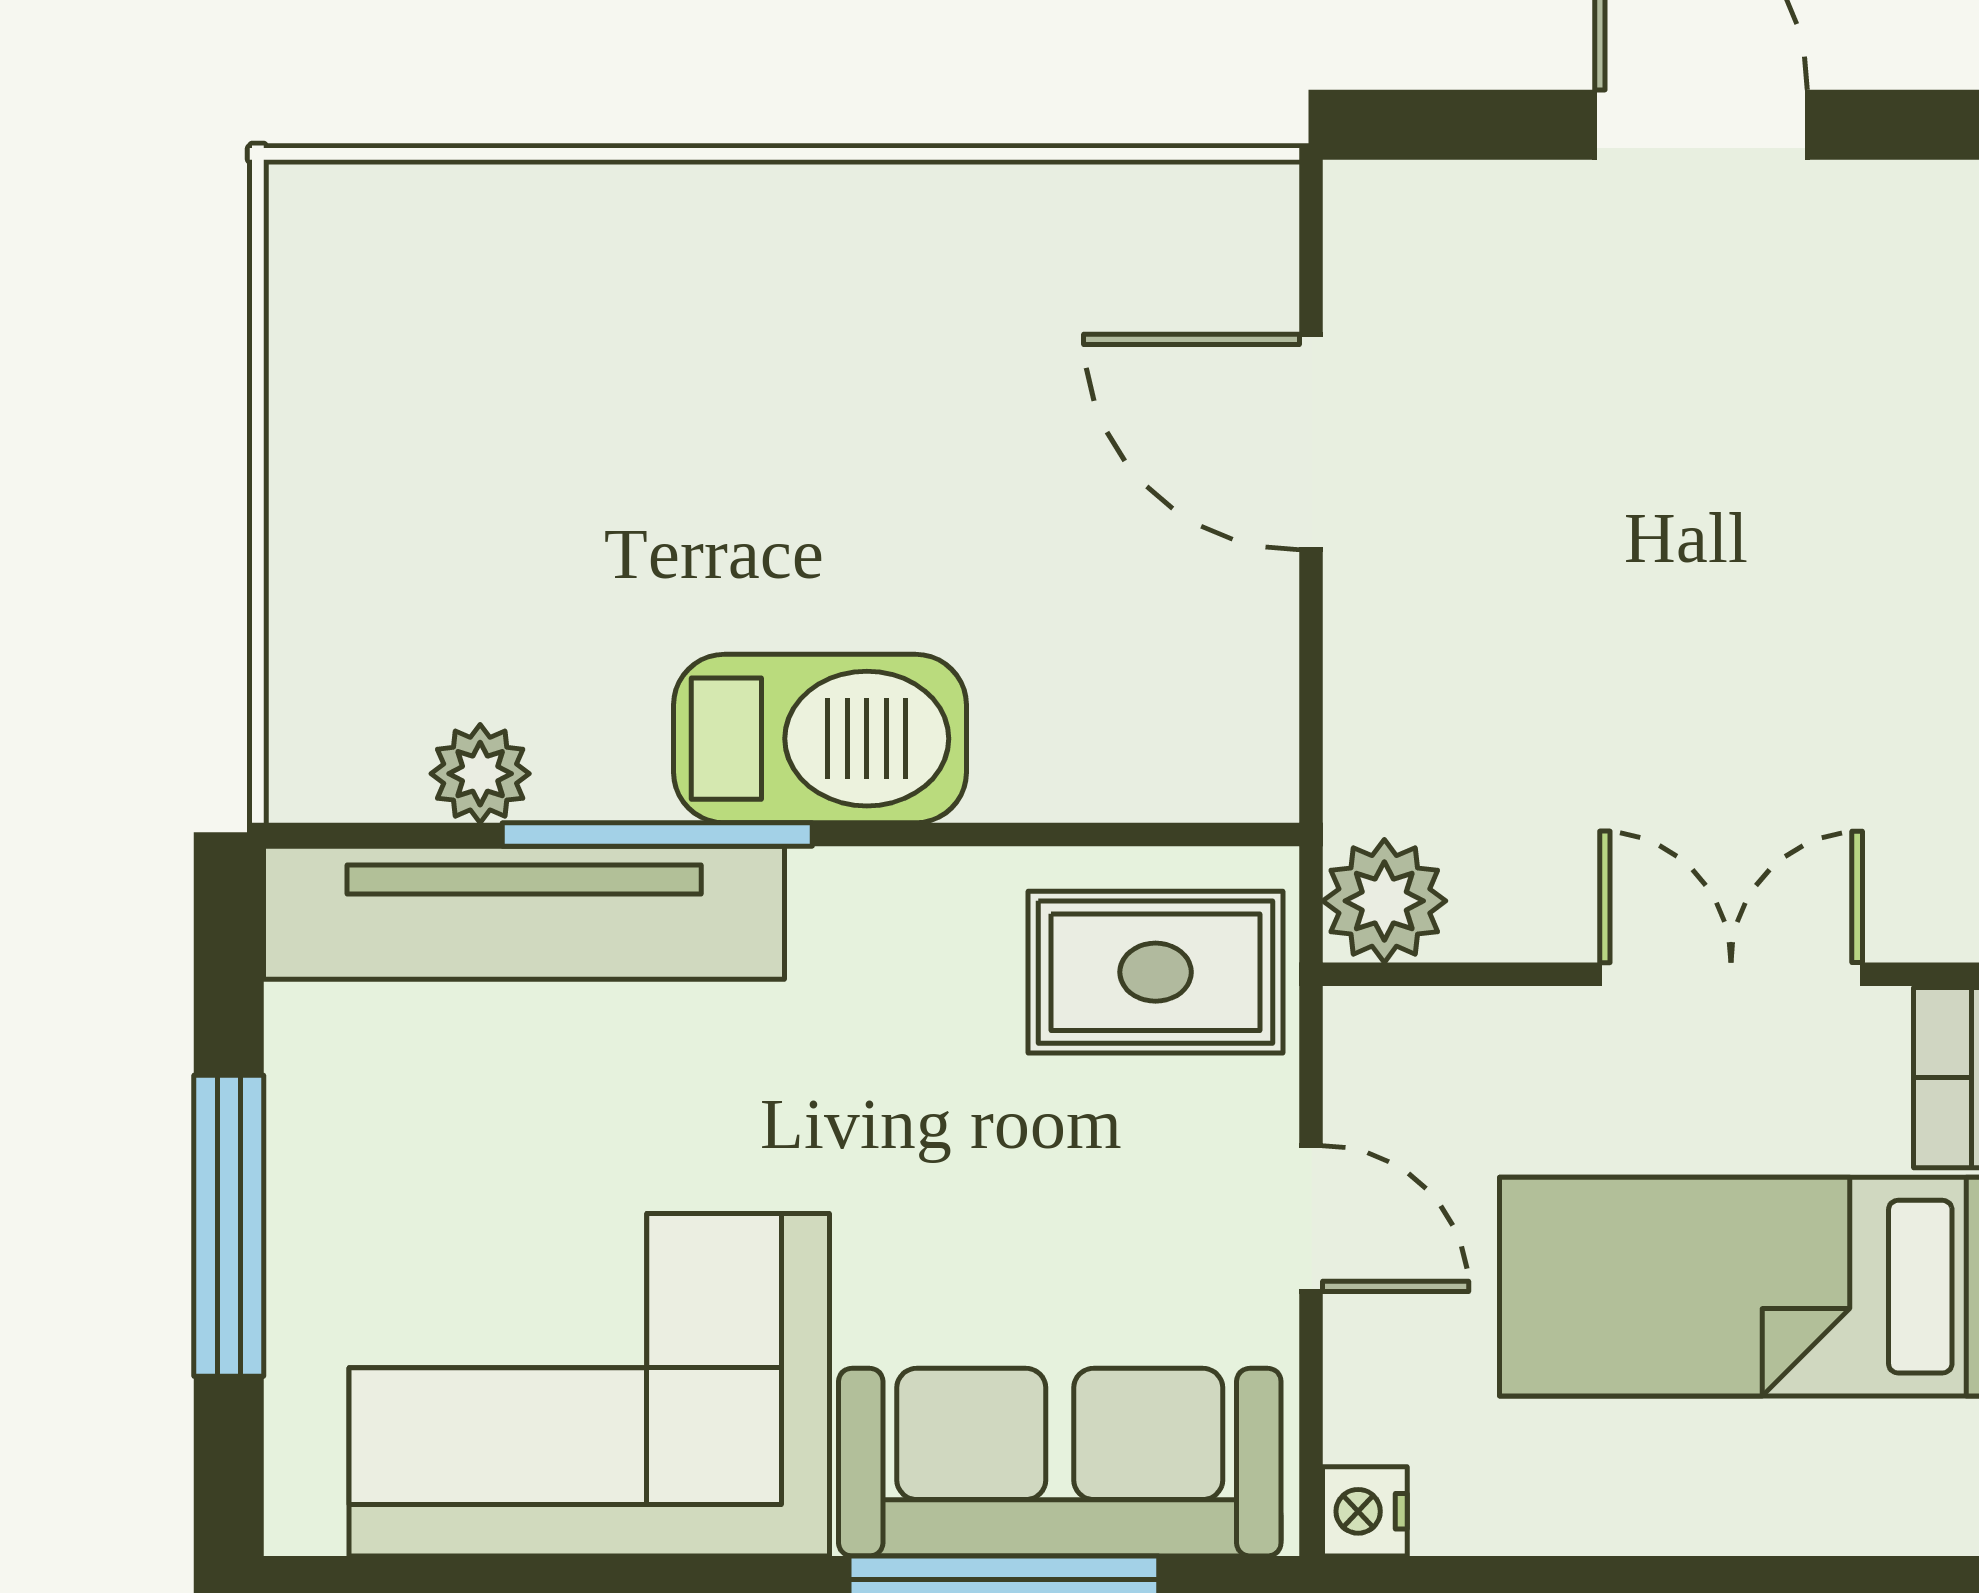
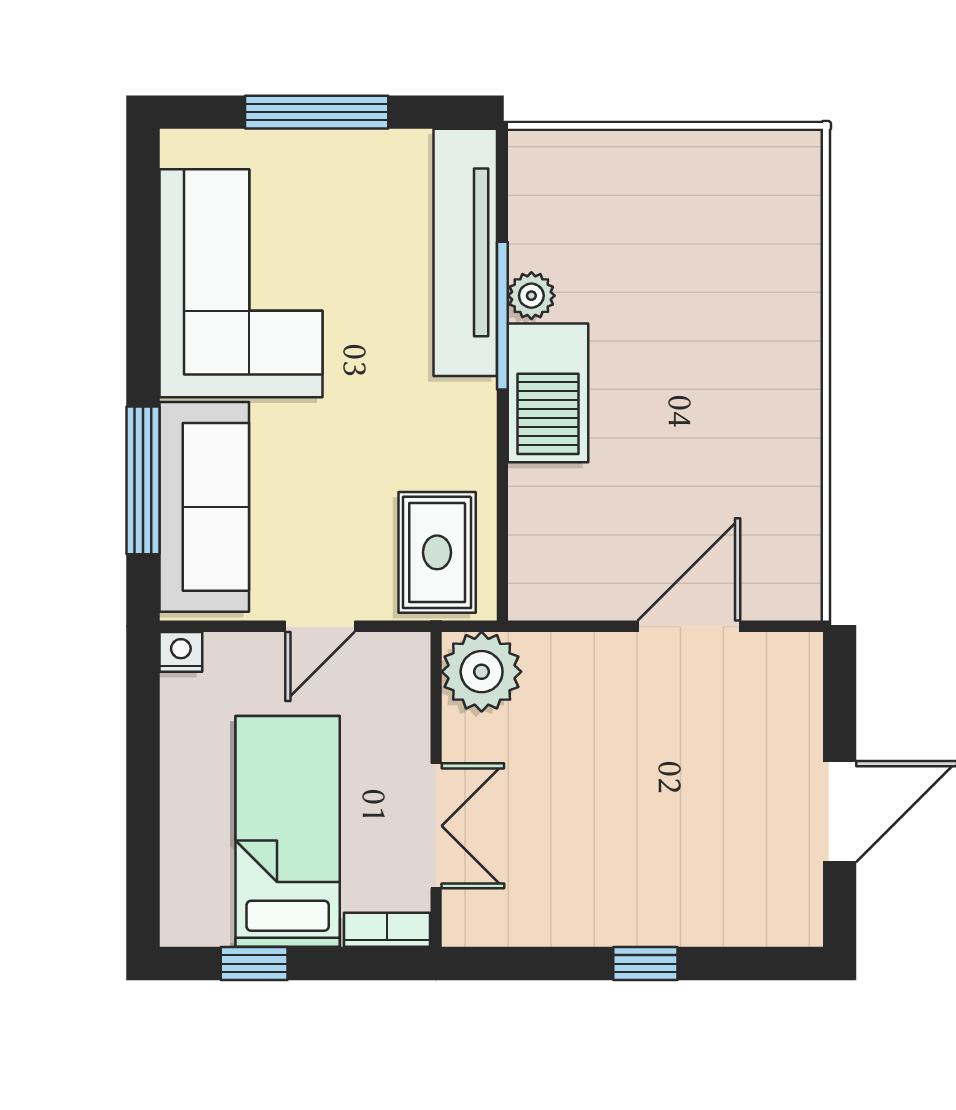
plant: (480, 774) -> (531, 296), moved
plant: (1384, 901) -> (482, 672), width x1.36, depth x1.36

